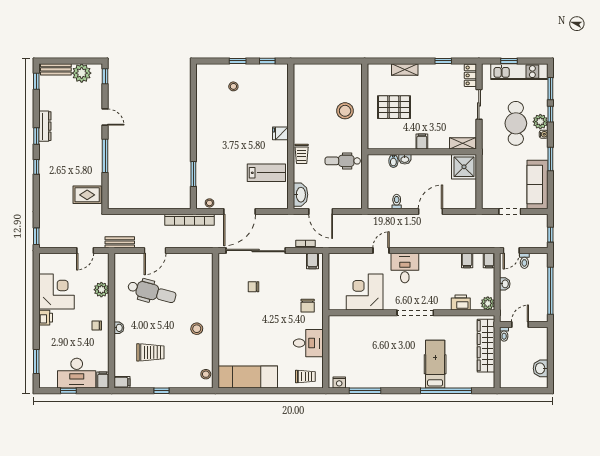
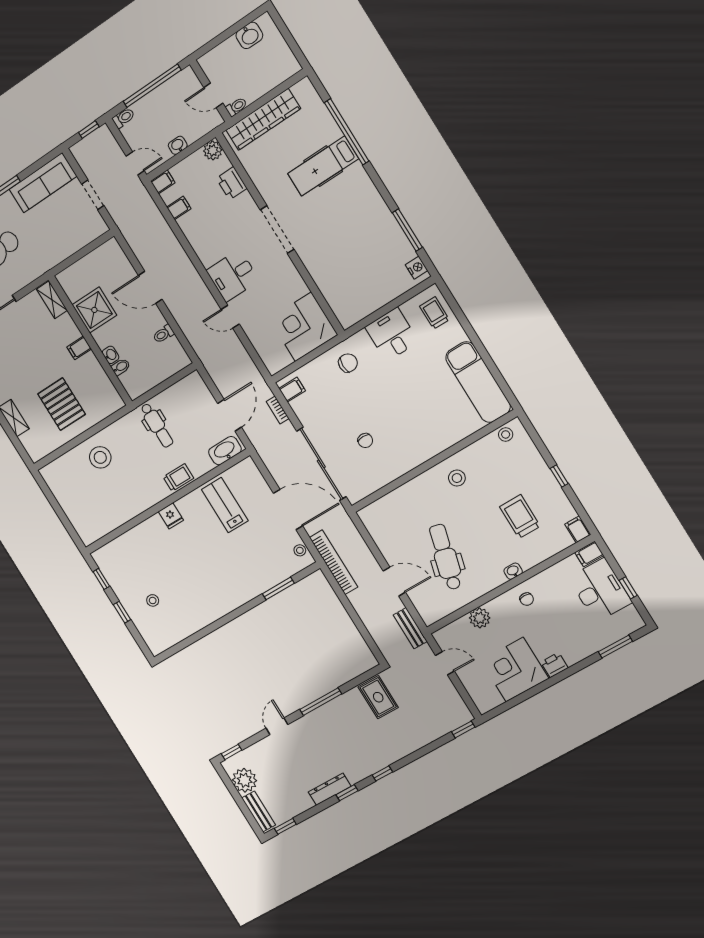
shower: (464, 167) -> (94, 310), moved
toilet: (524, 261) -> (124, 118), moved
corner desk: (365, 292) -> (303, 327), moved, turned 90

